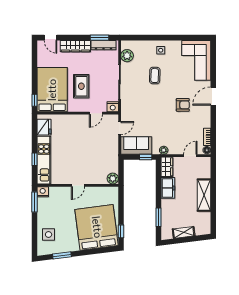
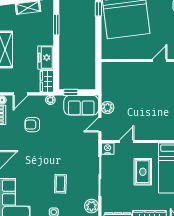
armchair: (183, 105) -> (32, 125), moved
plant: (113, 179) -> (108, 108), moved
door: (78, 185) -> (160, 61), moved

